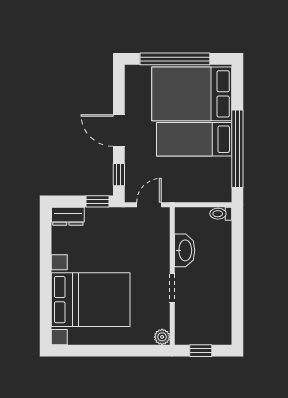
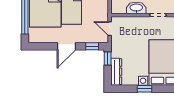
dresser: (68, 216) -> (116, 72), width x1.44
window: (46, 265) -> (145, 89), added

